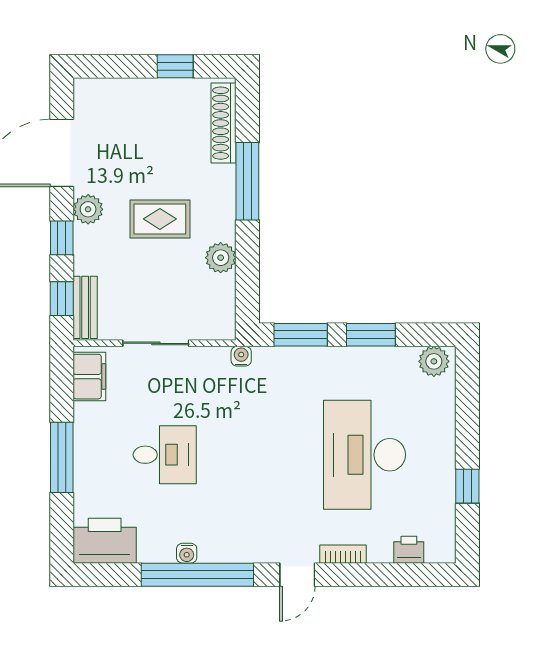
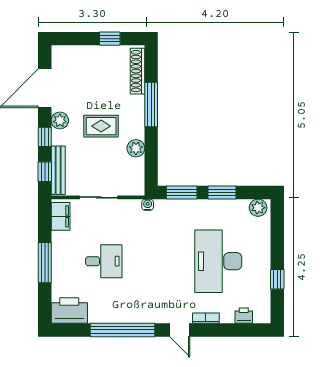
bench: (85, 307) -> (58, 170), width x1.36
water cooler: (187, 553) -> (116, 318), removed
door: (297, 575) -> (180, 330), hinge flipped

